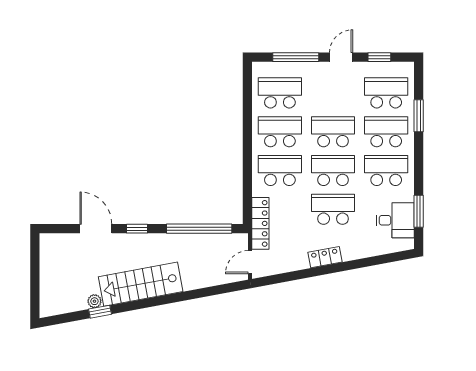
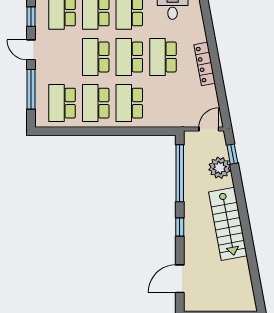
locker: (260, 223) -> (175, 120), removed
door: (96, 229) -> (180, 279), moved
locker: (325, 257) -> (205, 64), width x1.53
door: (250, 262) -> (209, 129), swing flipped
plant: (94, 301) -> (220, 168), moved, width x1.87, depth x1.87
window: (100, 312) -> (232, 154), moved

